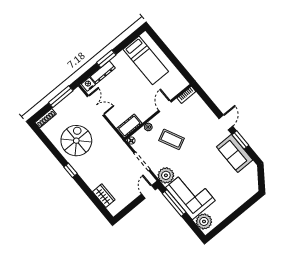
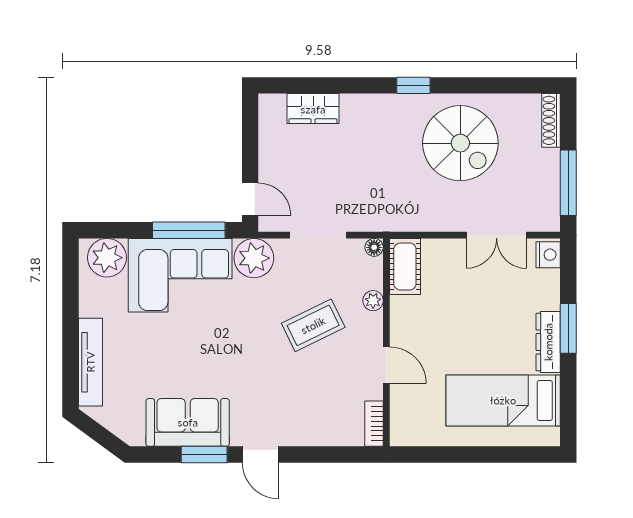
dresser: (103, 72) -> (548, 342), moved
tv unit: (241, 199) -> (90, 362), added

